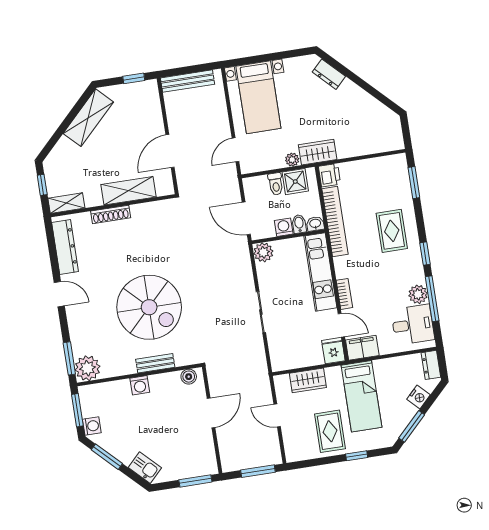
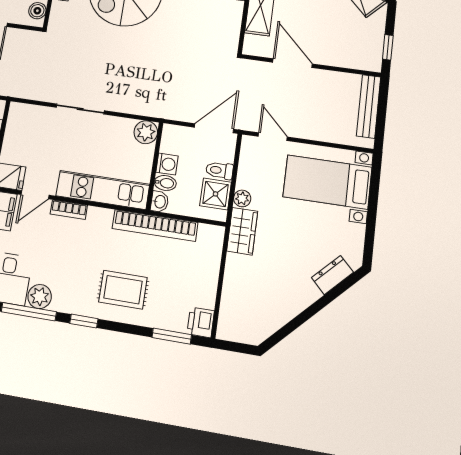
printer: (329, 175) -> (201, 322), moved, turned 90
door: (246, 218) -> (214, 128), moved

